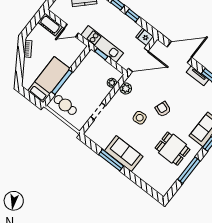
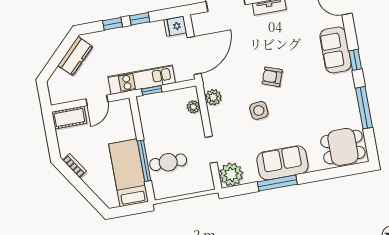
cafe table: (65, 105) -> (168, 162), moved
plant: (95, 133) -> (231, 174), added
dining table: (172, 149) -> (343, 147), moved

